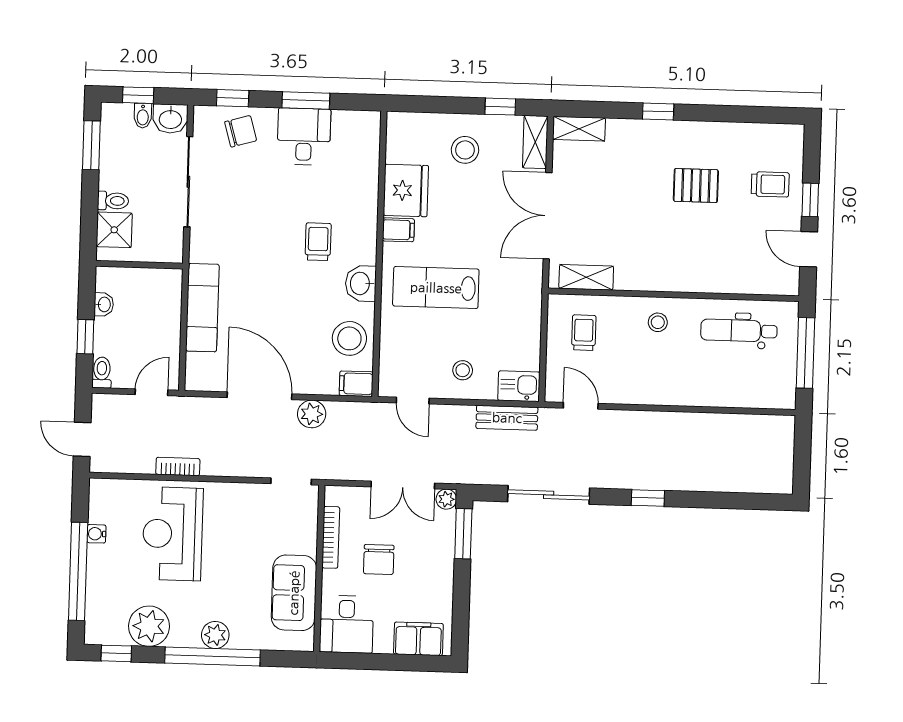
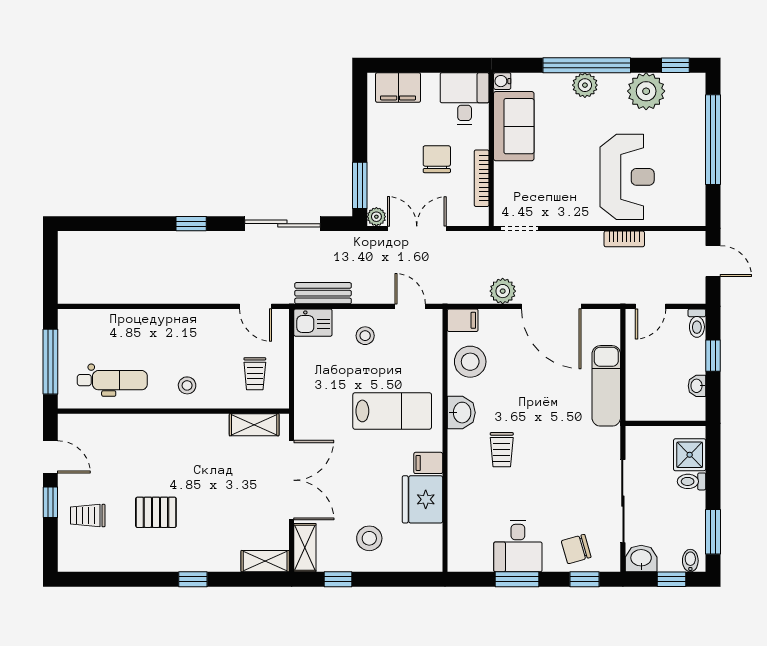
bidet: (143, 116) -> (690, 561), moved
water cooler: (96, 534) -> (502, 81), moved, turned 180

